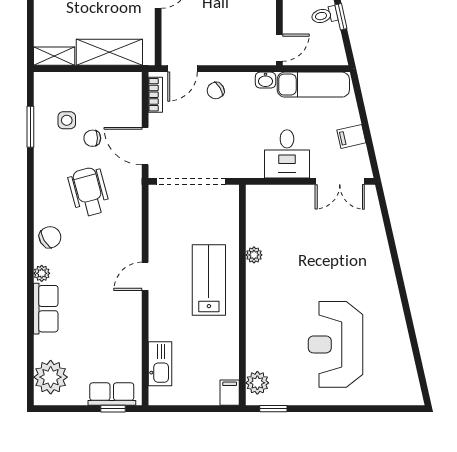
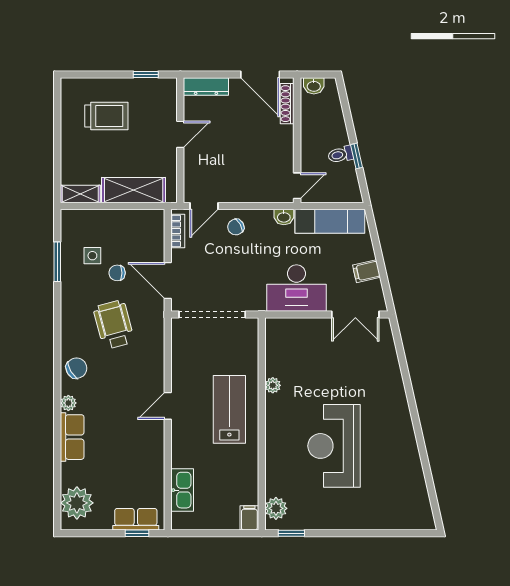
desk: (287, 154) -> (296, 288), width x1.37
reception desk: (335, 344) -> (334, 446), moved

